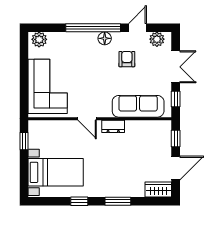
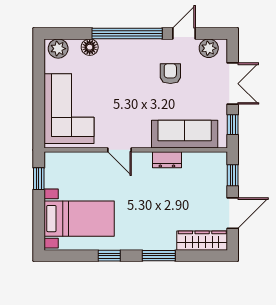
floor lamp: (105, 38) -> (90, 47), moved
dresser: (113, 126) -> (167, 160), moved
wardrobe: (158, 190) -> (202, 241), width x1.50

